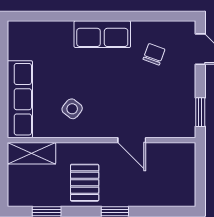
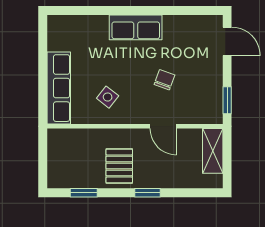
chair: (154, 54) -> (164, 80), moved
shelving: (31, 153) -> (213, 151), moved, turned 90

